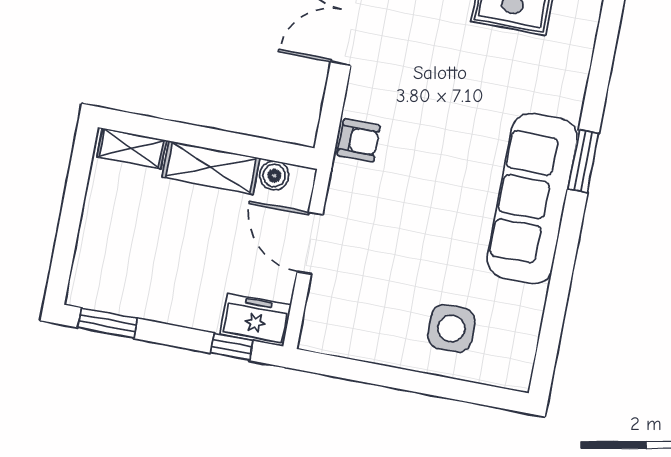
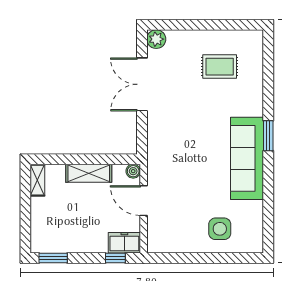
armchair: (359, 140) -> (158, 146), removed
shelving: (132, 148) -> (37, 180), moved, turned 90
boiler: (274, 176) -> (133, 171), moved

